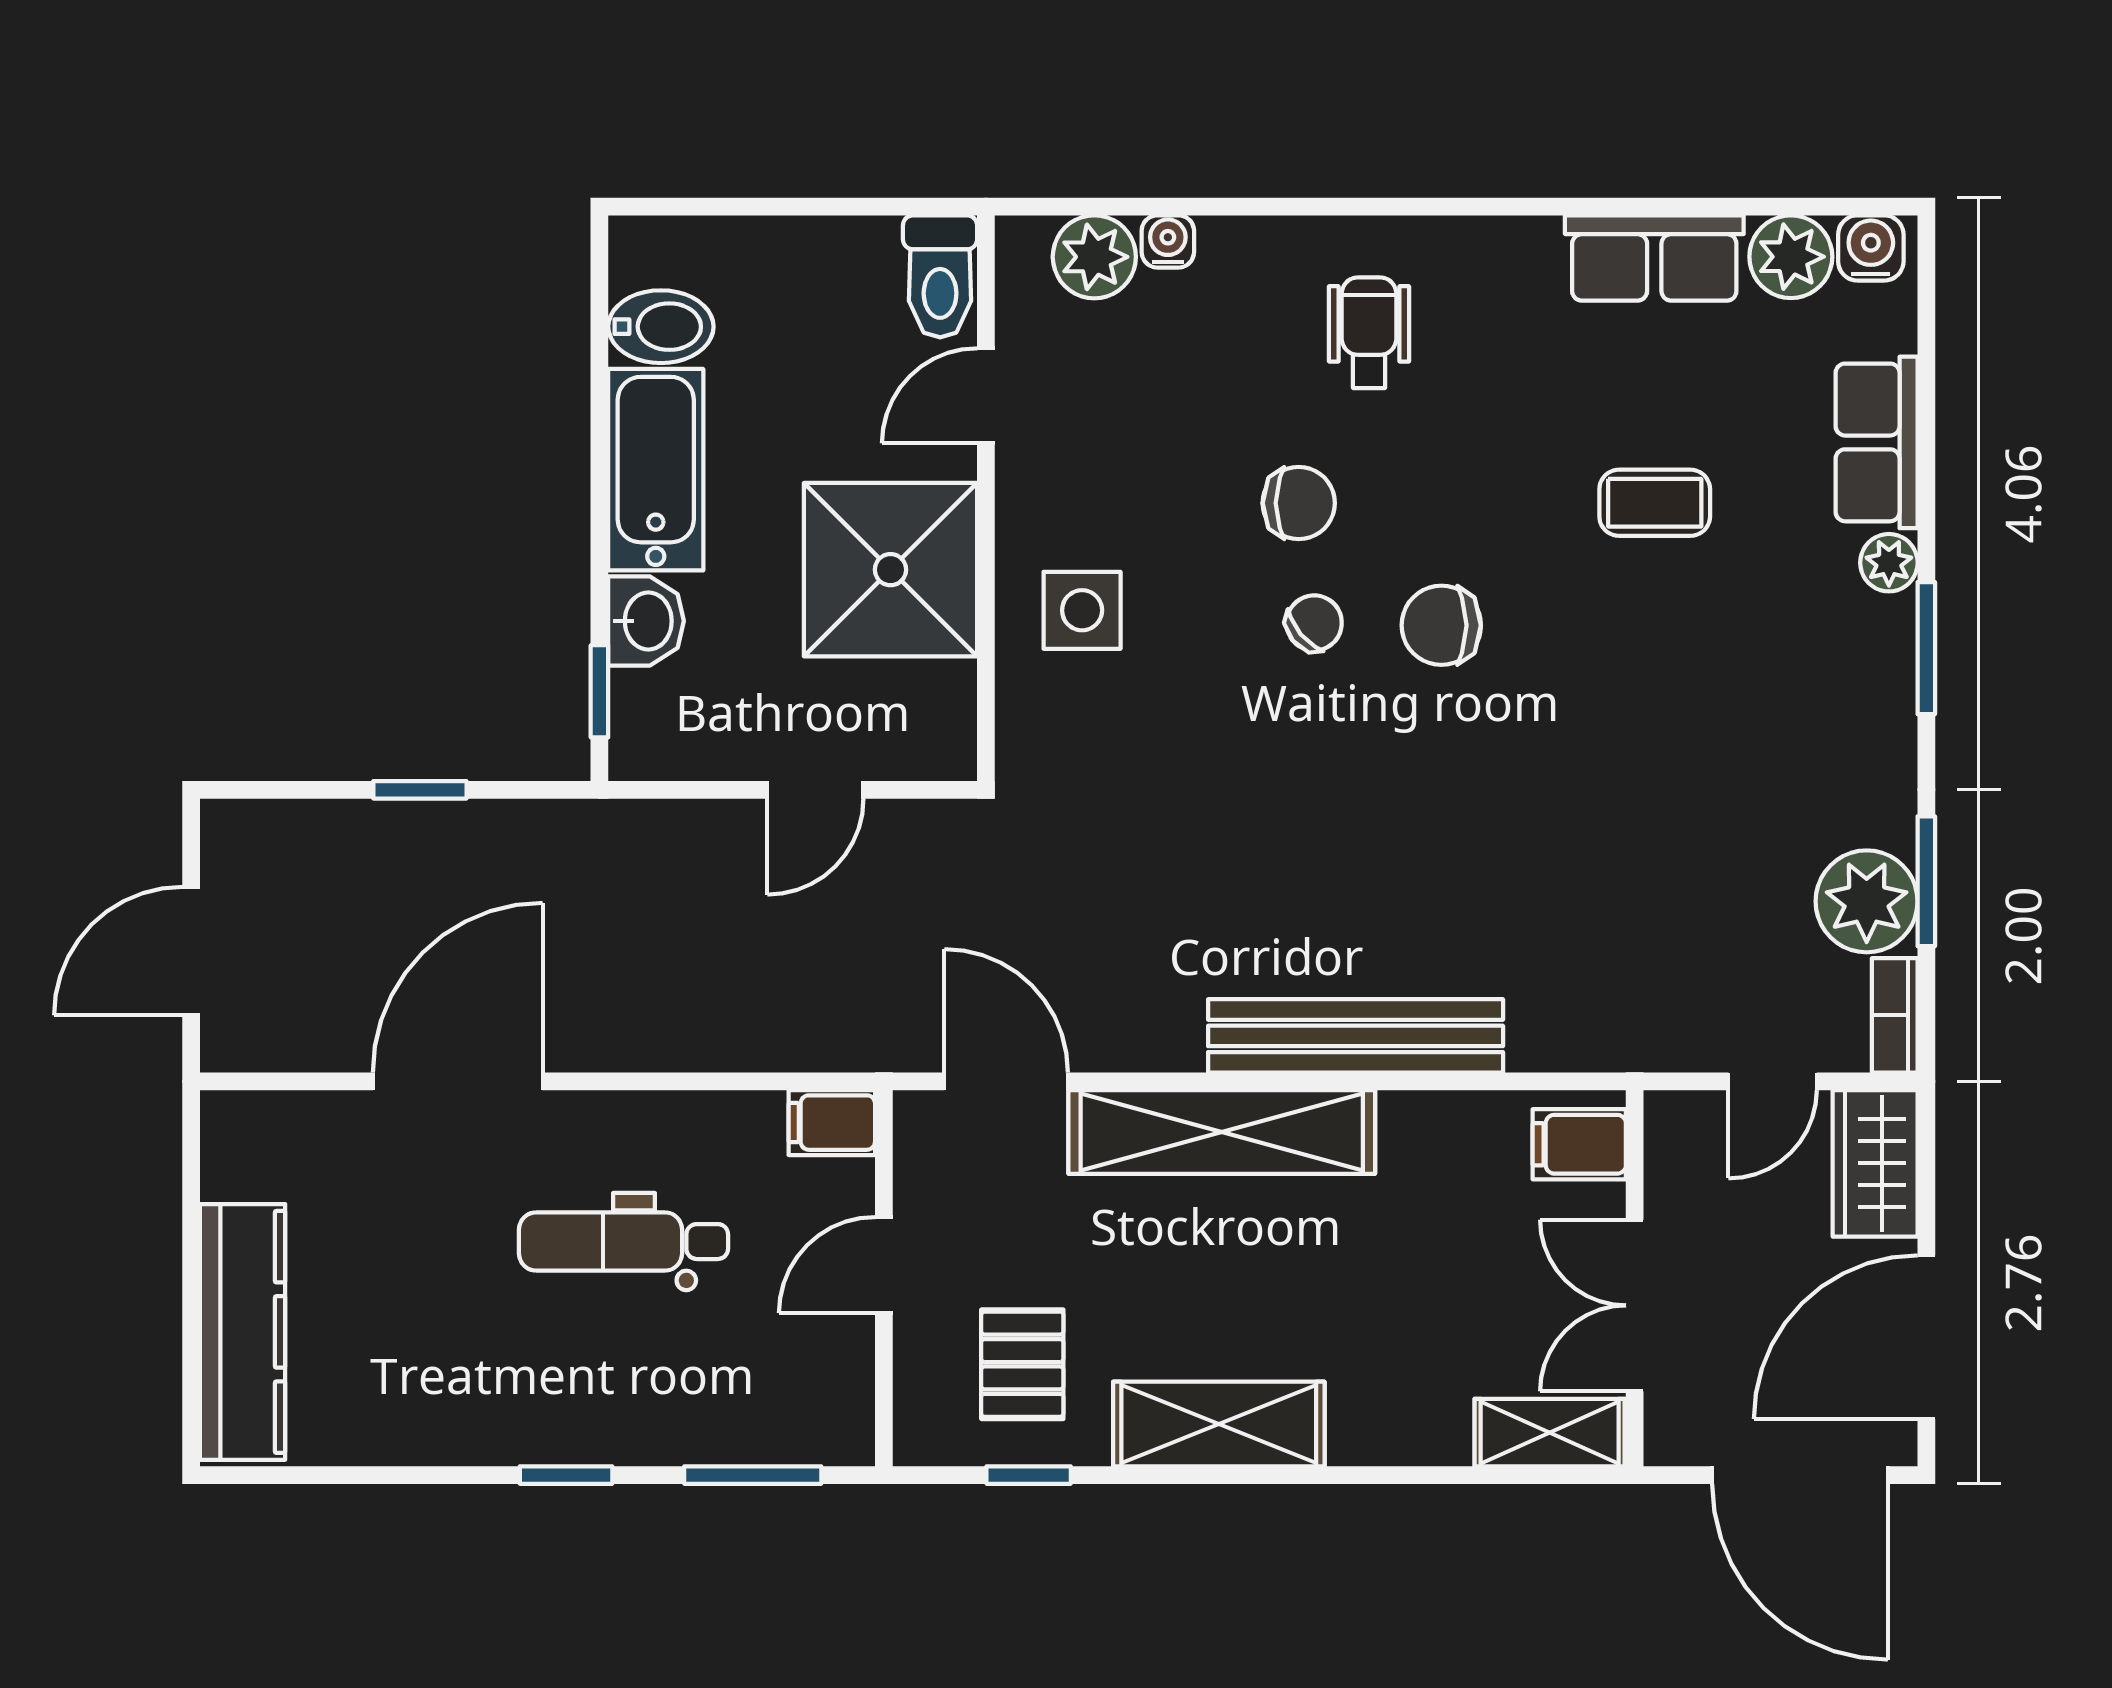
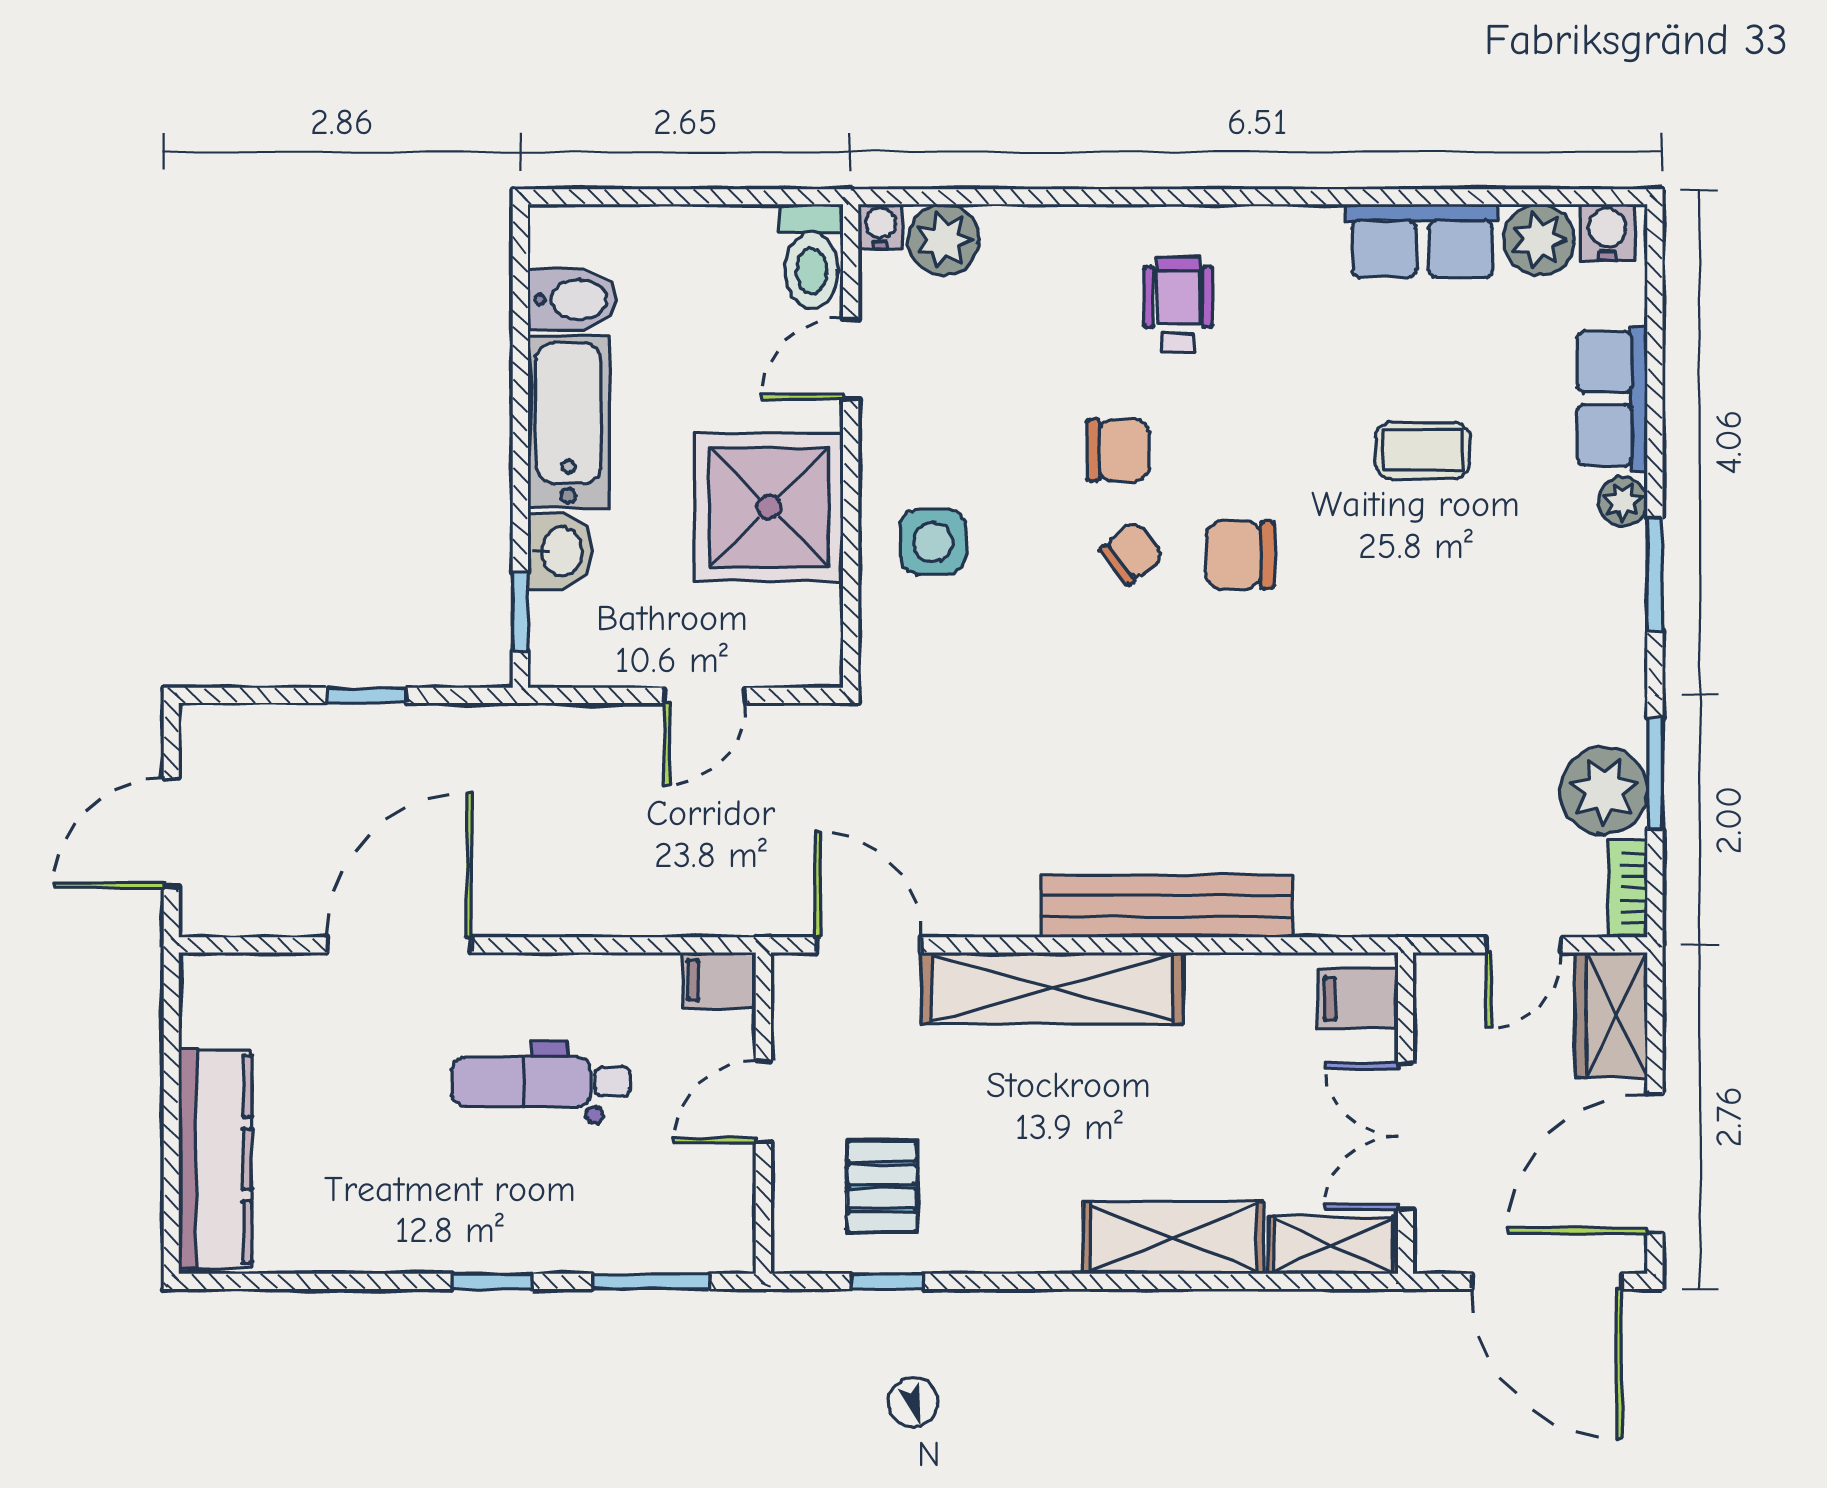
water cooler: (1168, 241) -> (881, 227), moved
shelving: (1219, 1424) -> (1173, 1238), moved

